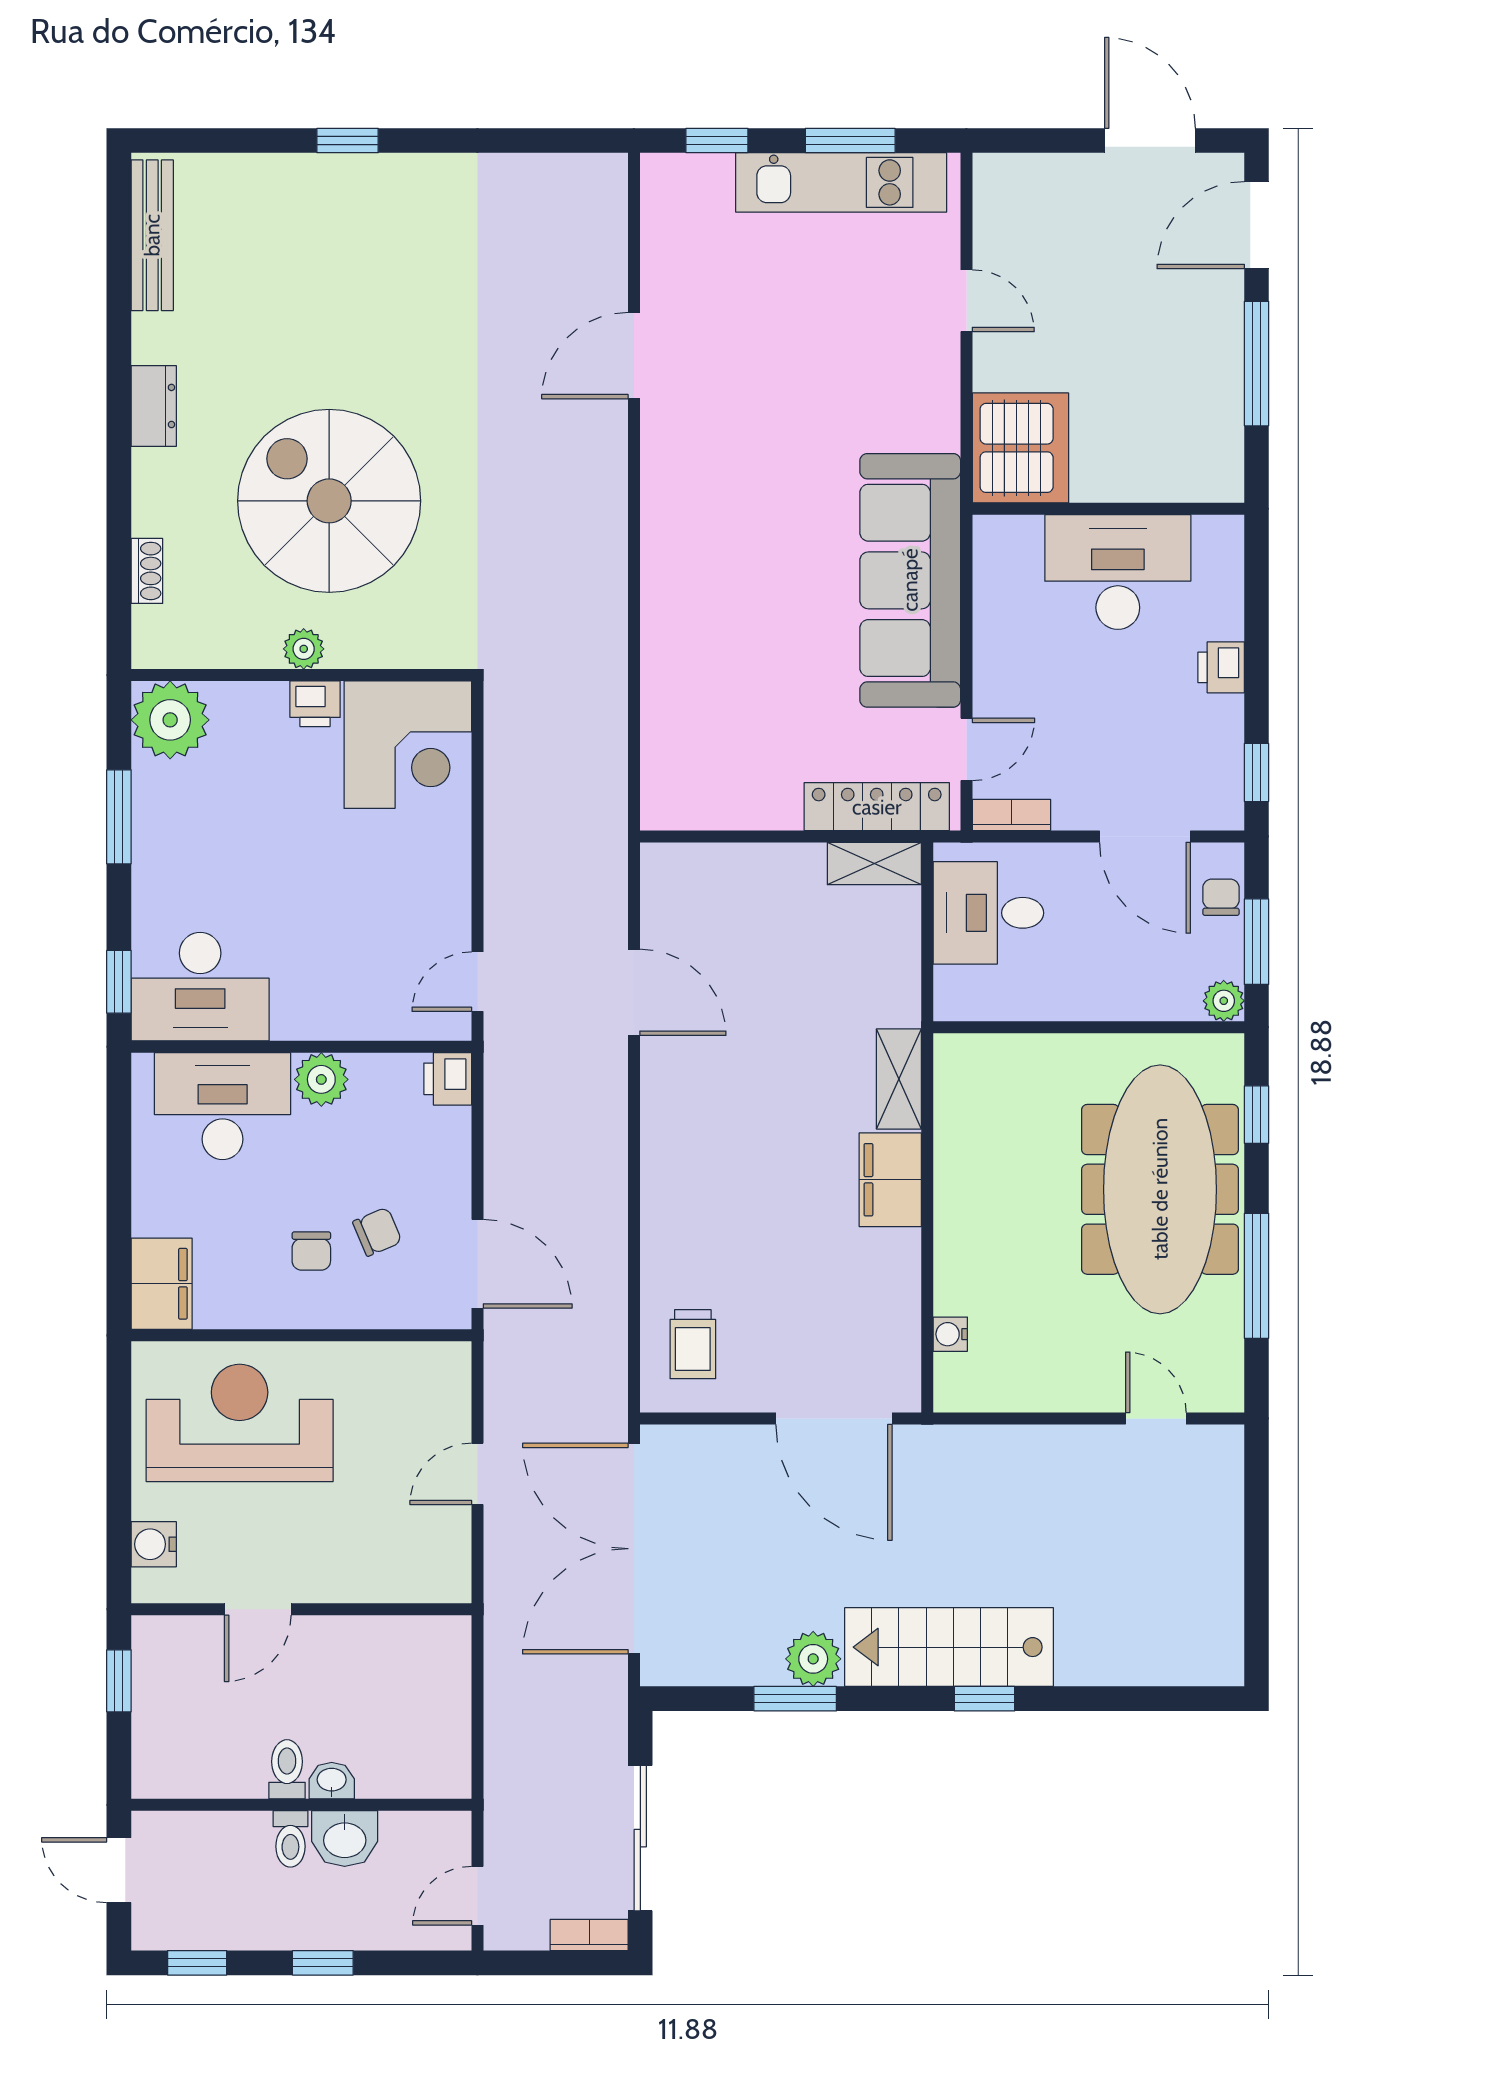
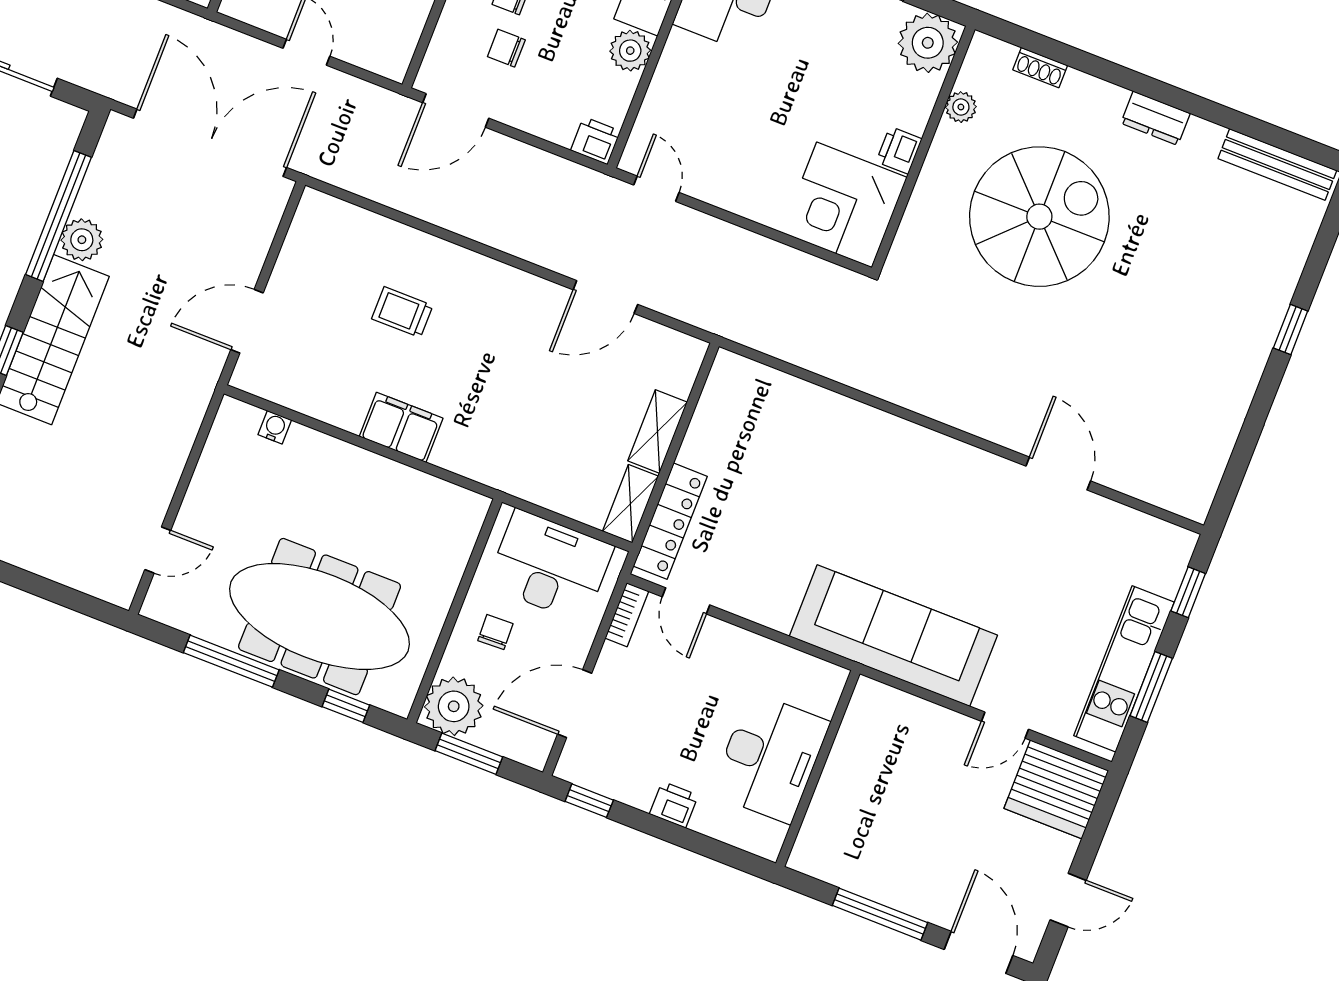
door: (1150, 140) -> (1068, 900), width x0.73
server rack: (1020, 448) -> (1056, 789), moved
sofa: (910, 580) -> (893, 636), moved
plant: (304, 649) -> (961, 107), moved
chair: (1221, 897) -> (495, 632), moved, turned -92
desk: (988, 913) -> (550, 566), width x1.37
plant: (1224, 1001) -> (454, 706), width x1.88, depth x1.88
shelving: (899, 1079) -> (657, 432), moved, turned 90
chair: (377, 1232) -> (506, 48), turned 113
trolley: (693, 1344) -> (402, 312), moved
door: (834, 1418) -> (247, 321), width x0.73
window: (795, 1699) -> (58, 216), width x2.11

